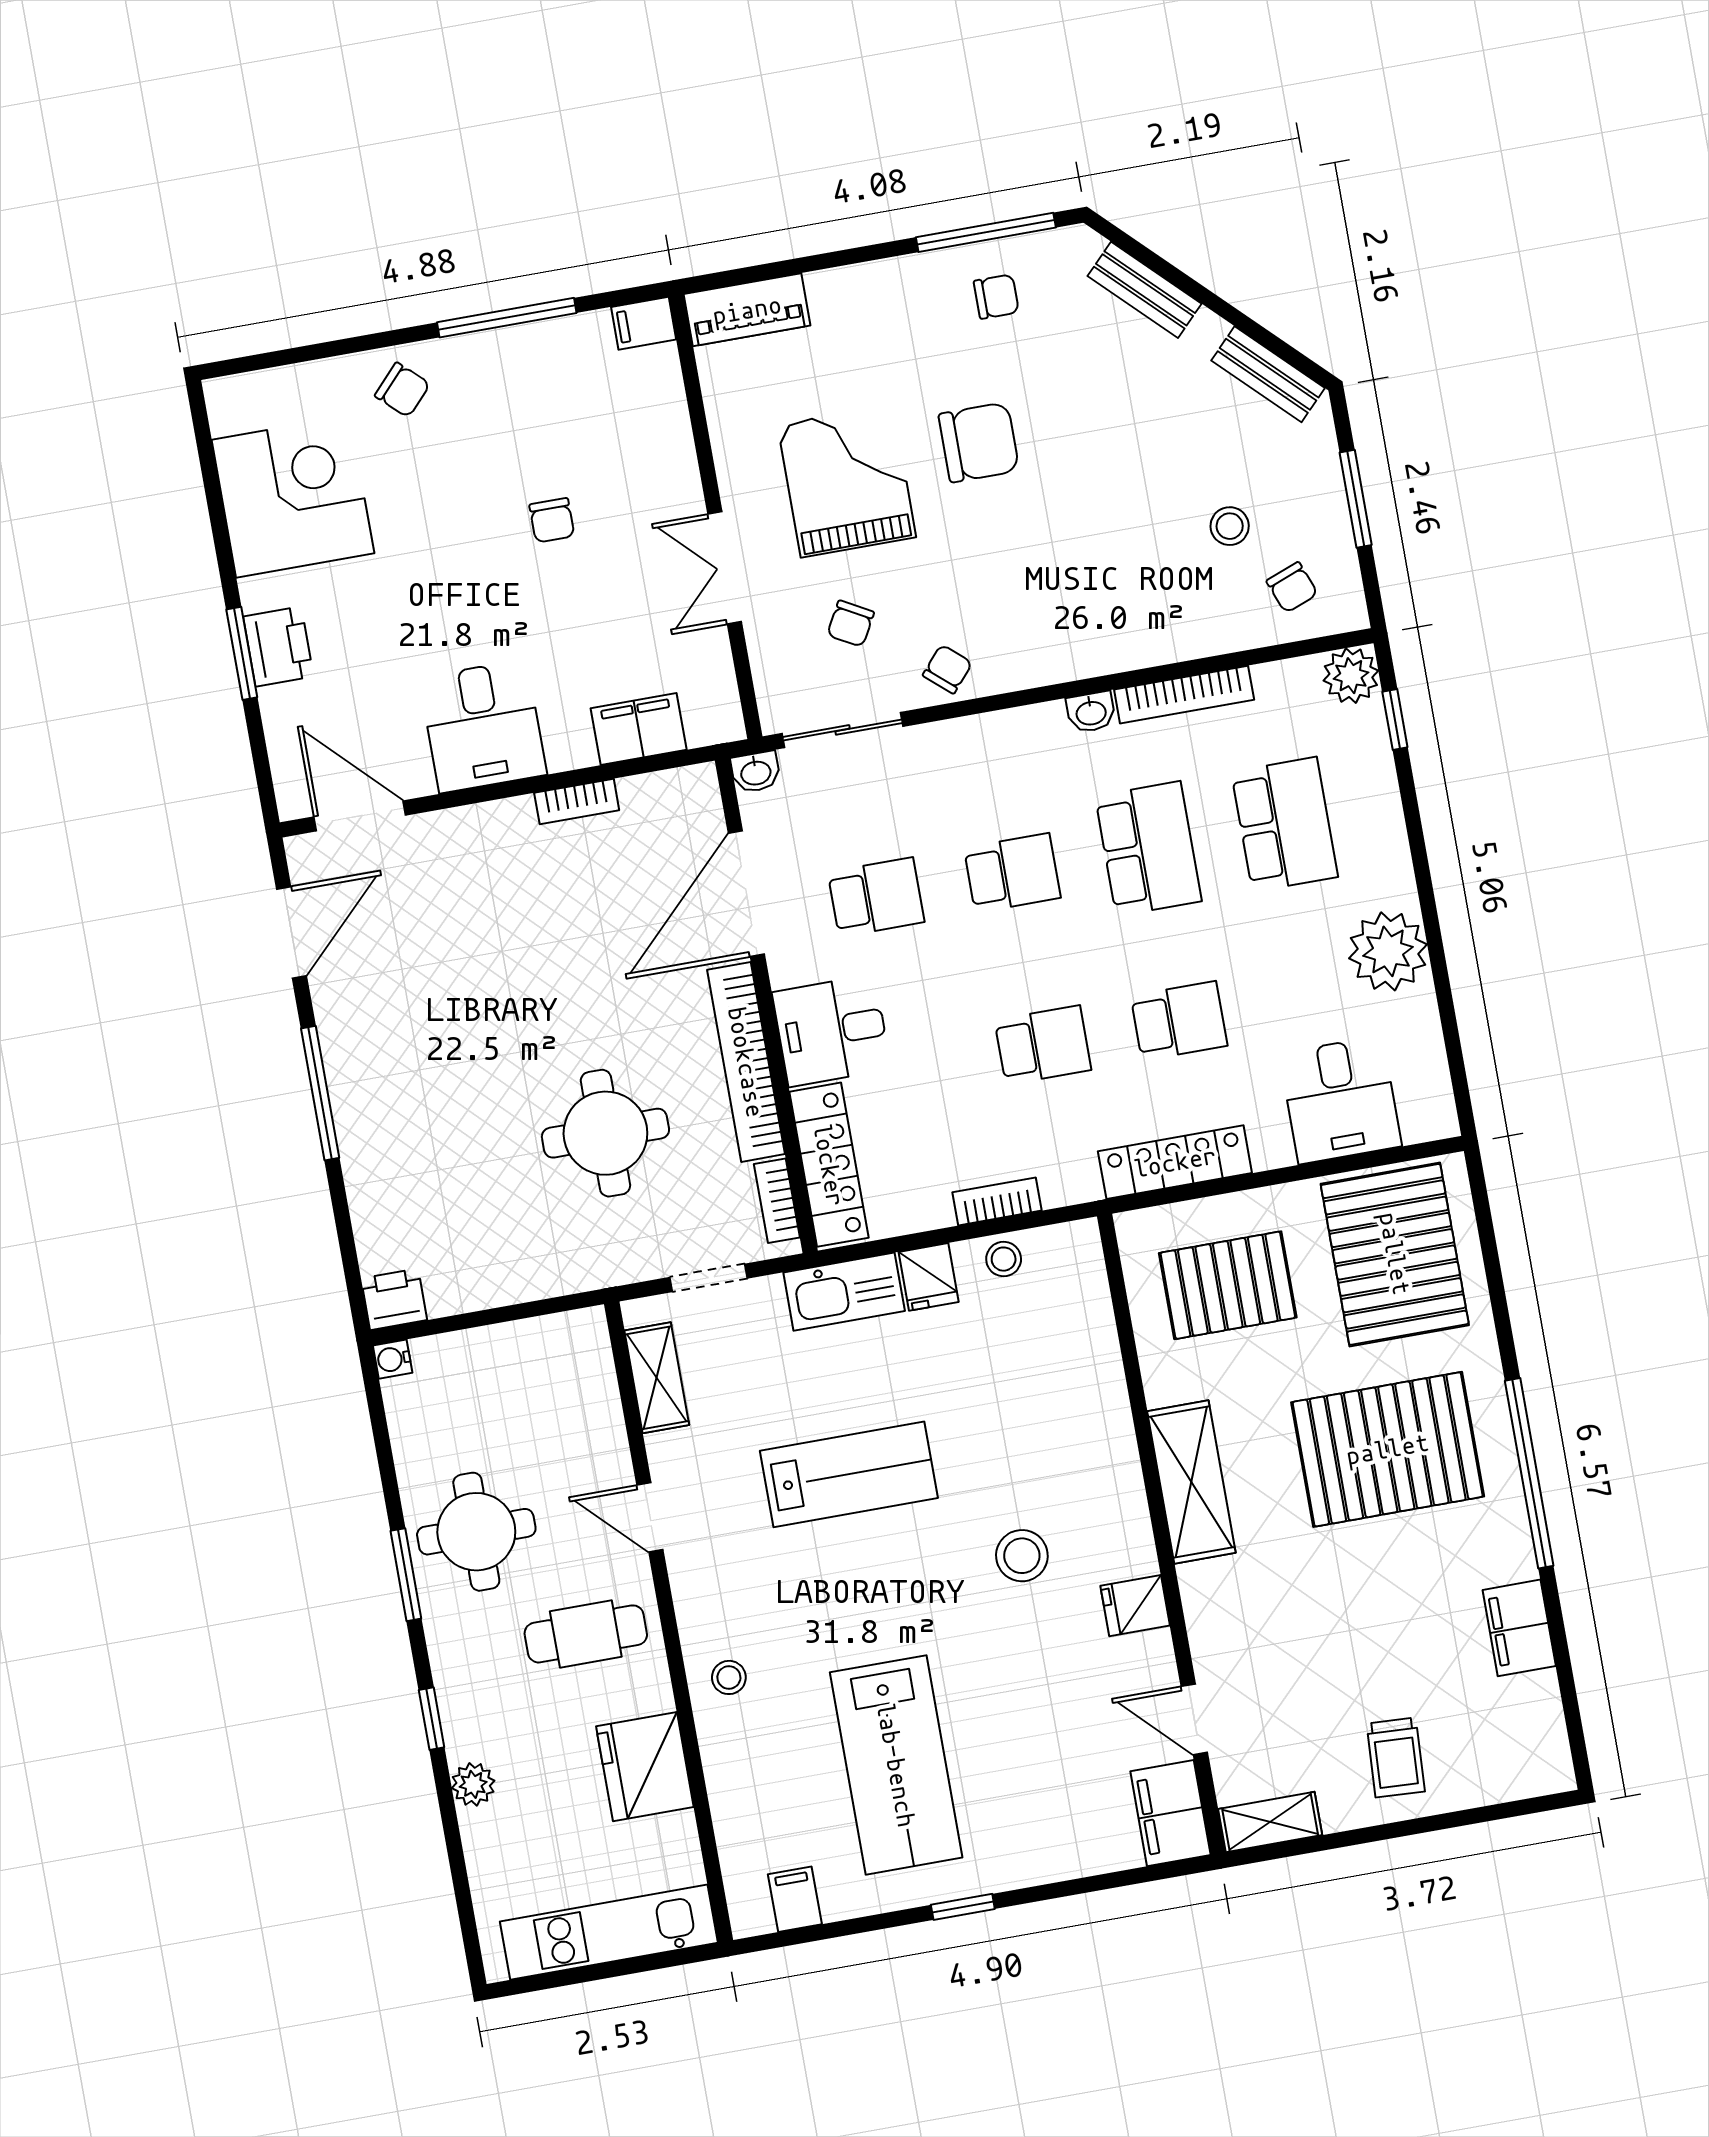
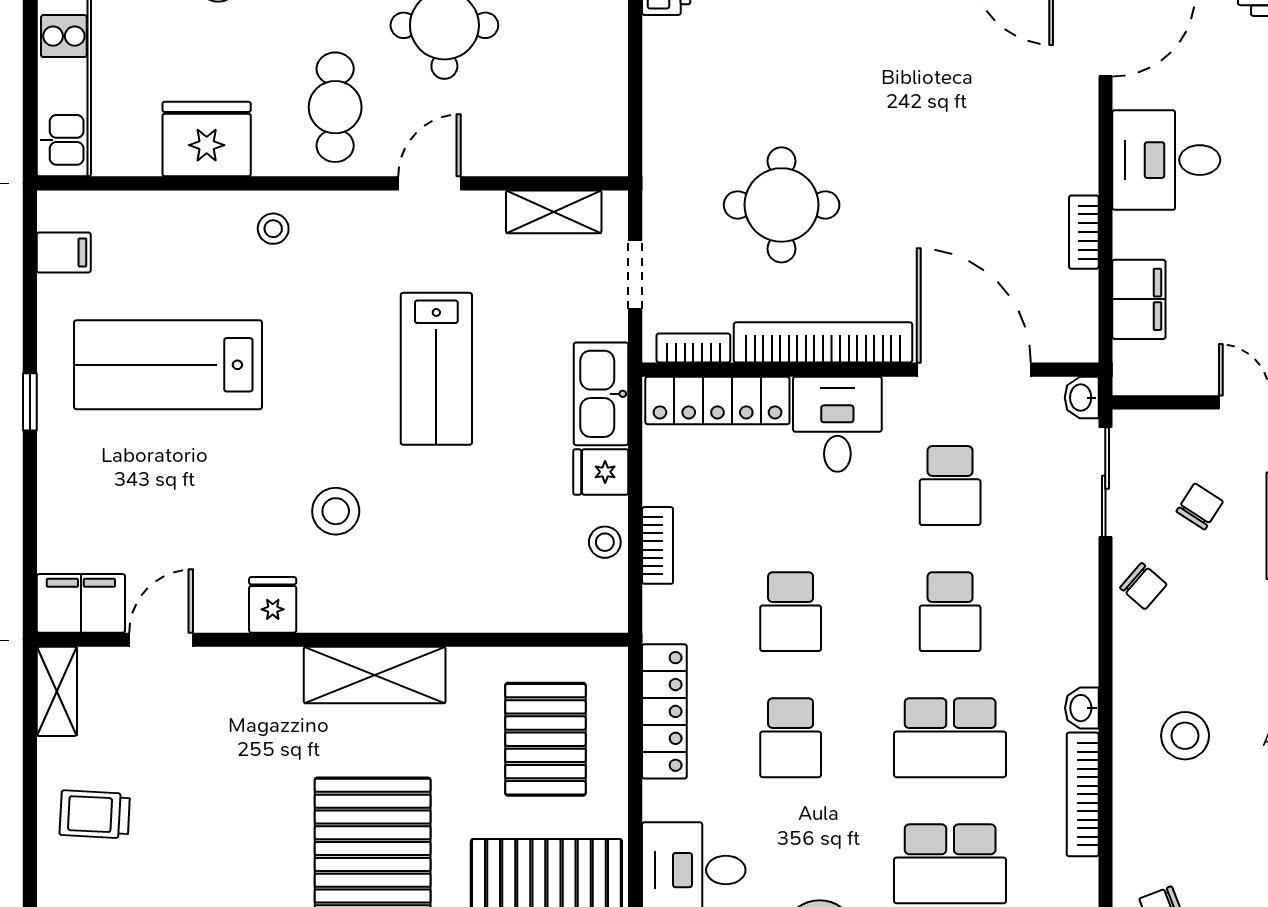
stool: (1230, 526) -> (1185, 736), moved, width x1.37, depth x1.37
chair: (851, 624) -> (1200, 506), turned 94

